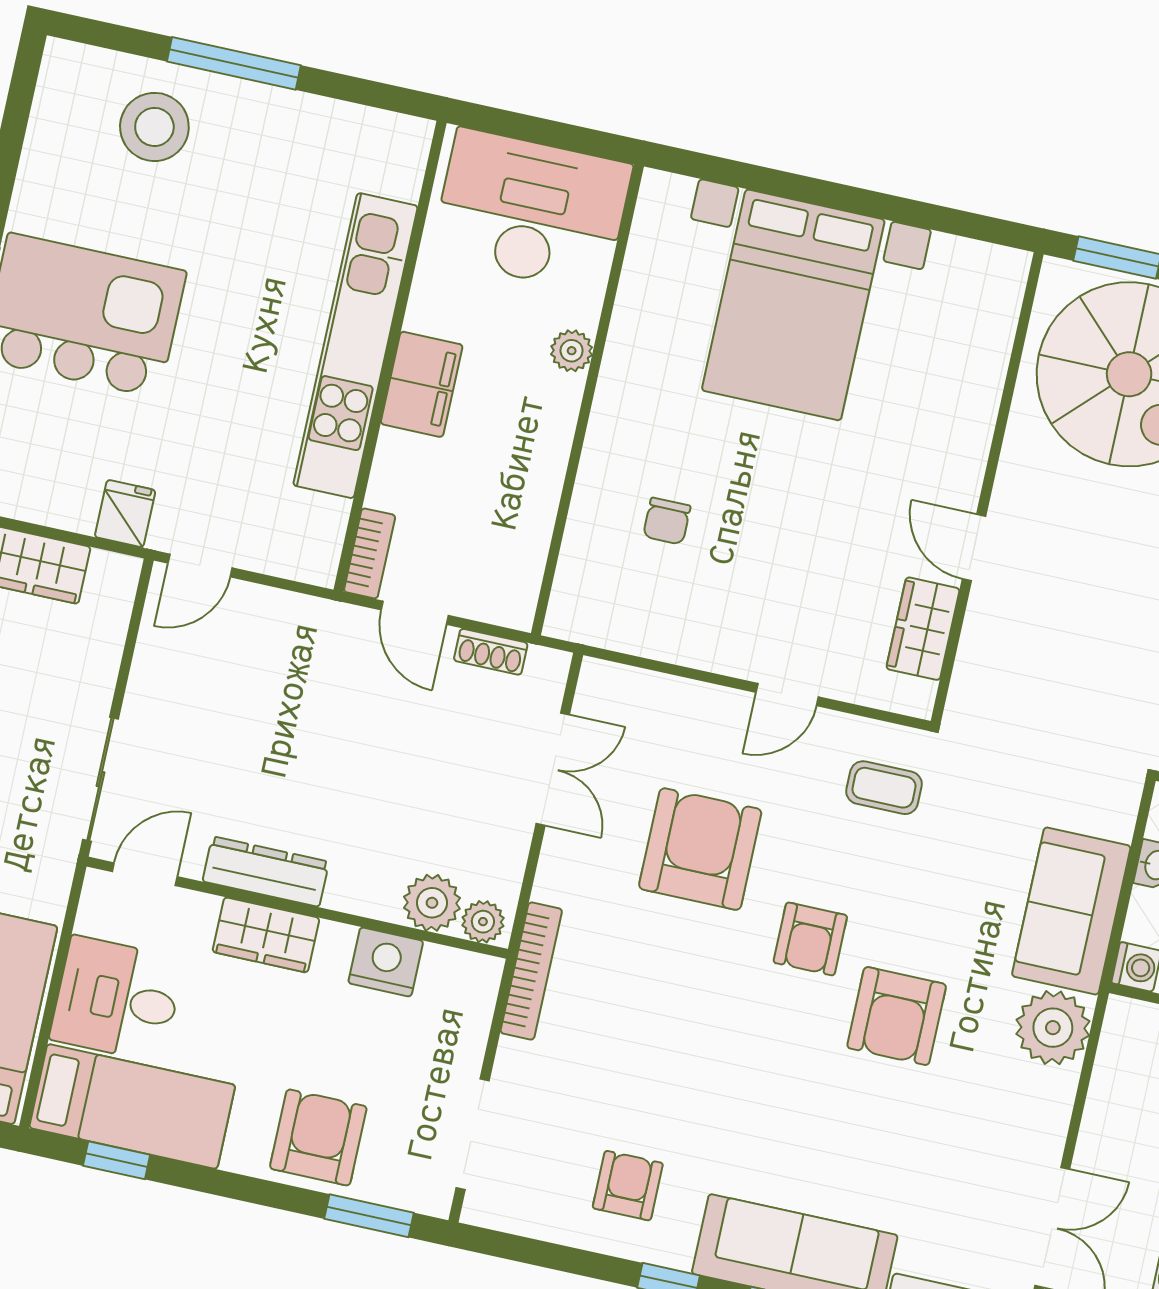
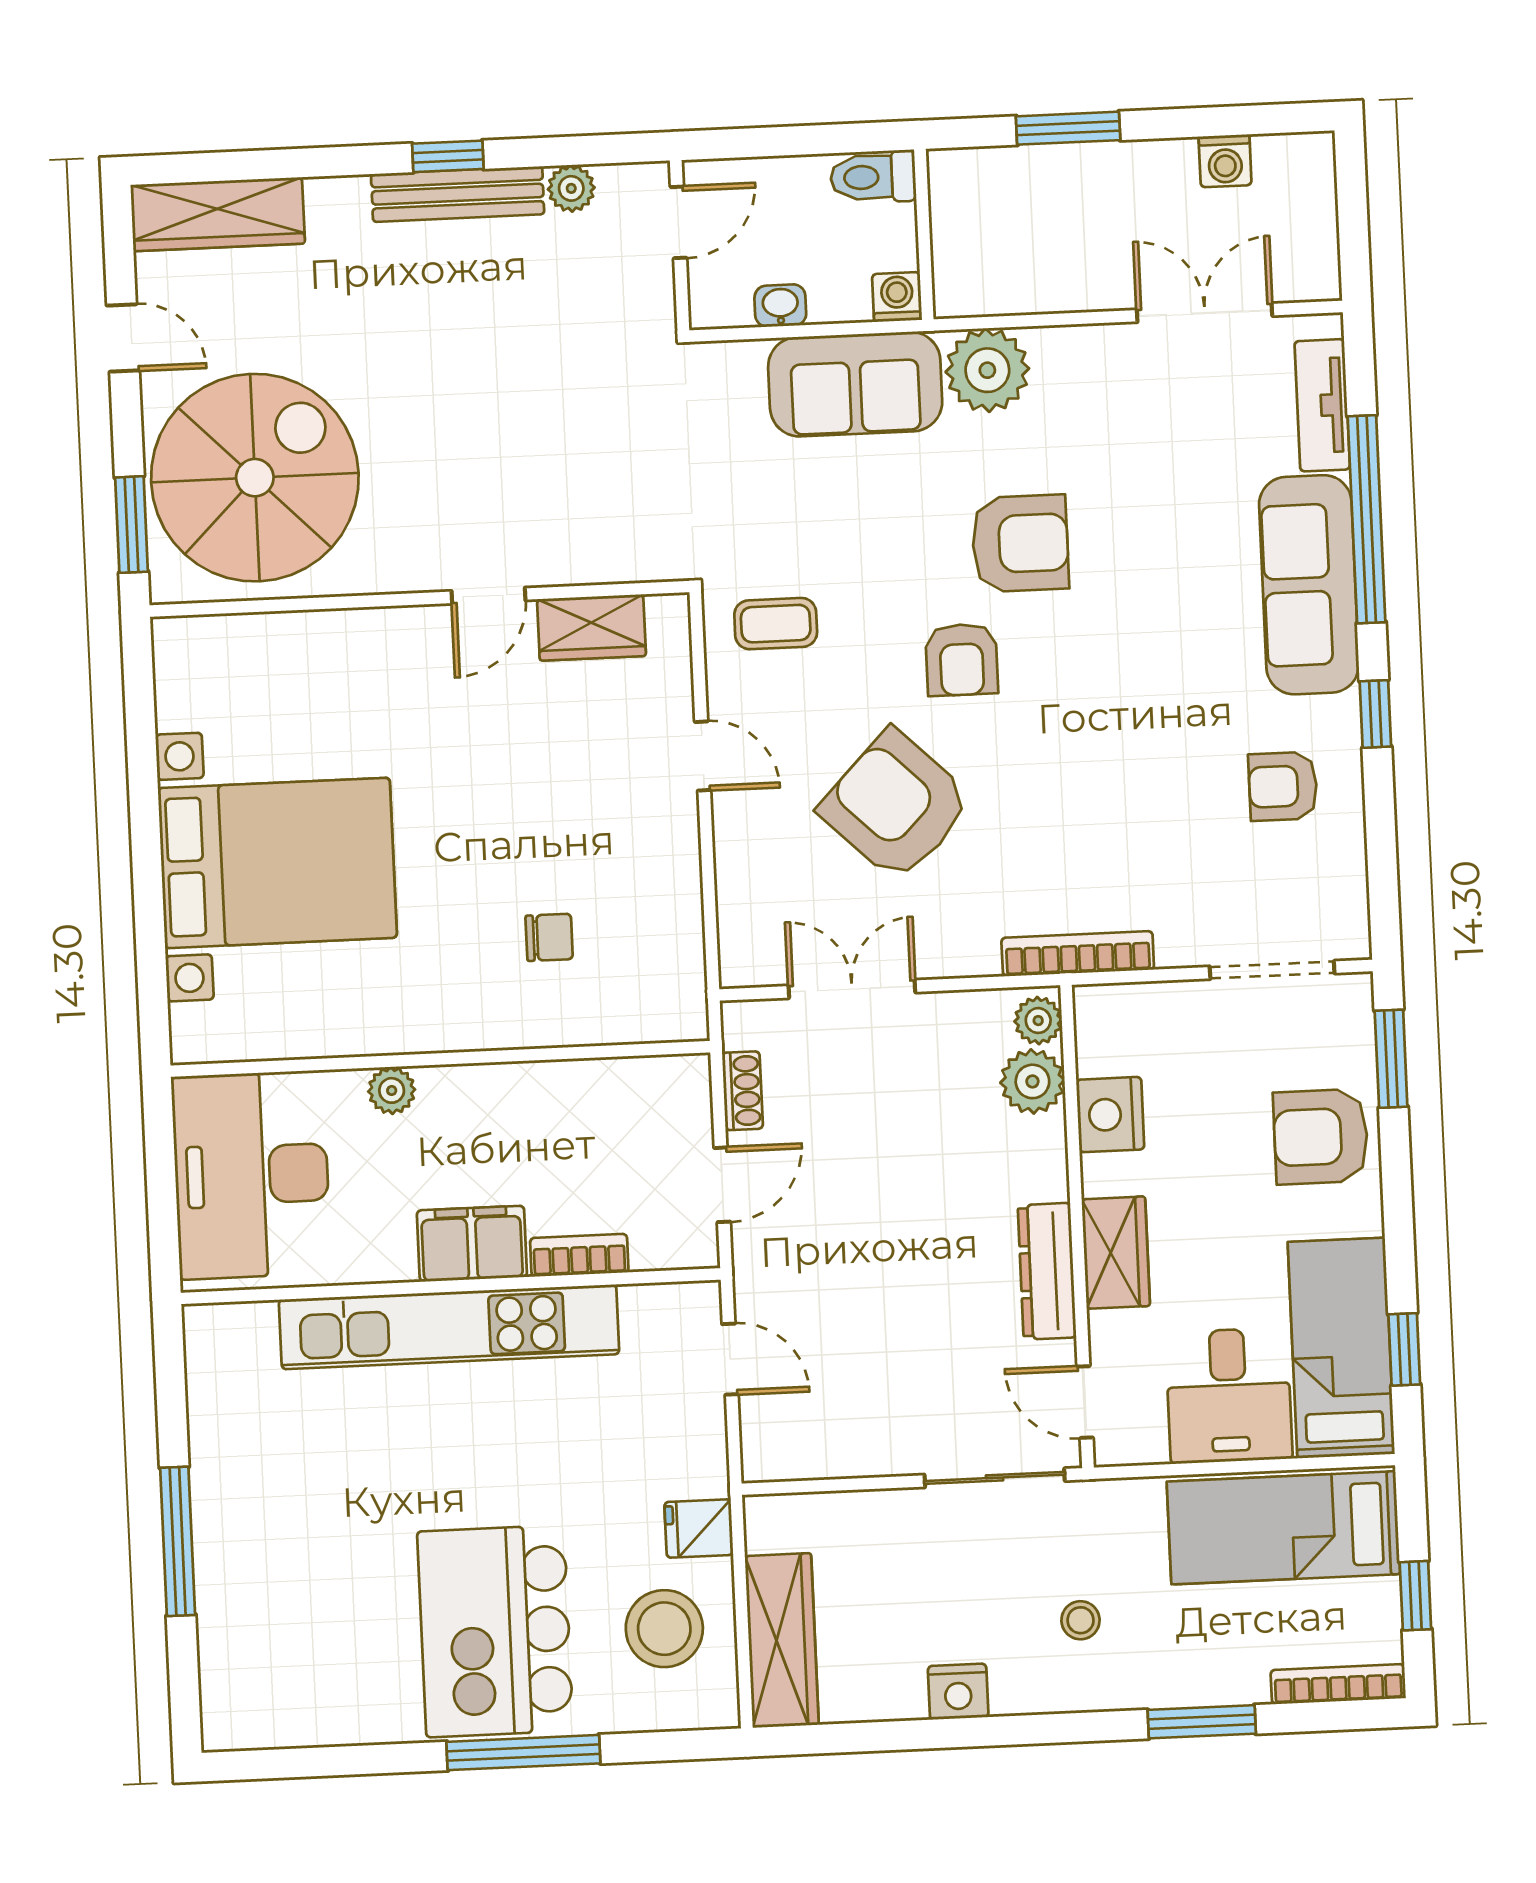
stool: (154, 127) -> (664, 1629), moved
bookcase: (370, 553) -> (579, 1255), moved
door: (200, 566) -> (730, 1359), moved
coffee table: (884, 788) -> (776, 624), turned 90
armchair: (700, 849) -> (896, 806), turned 44
armchair: (810, 939) -> (962, 660), turned 90

